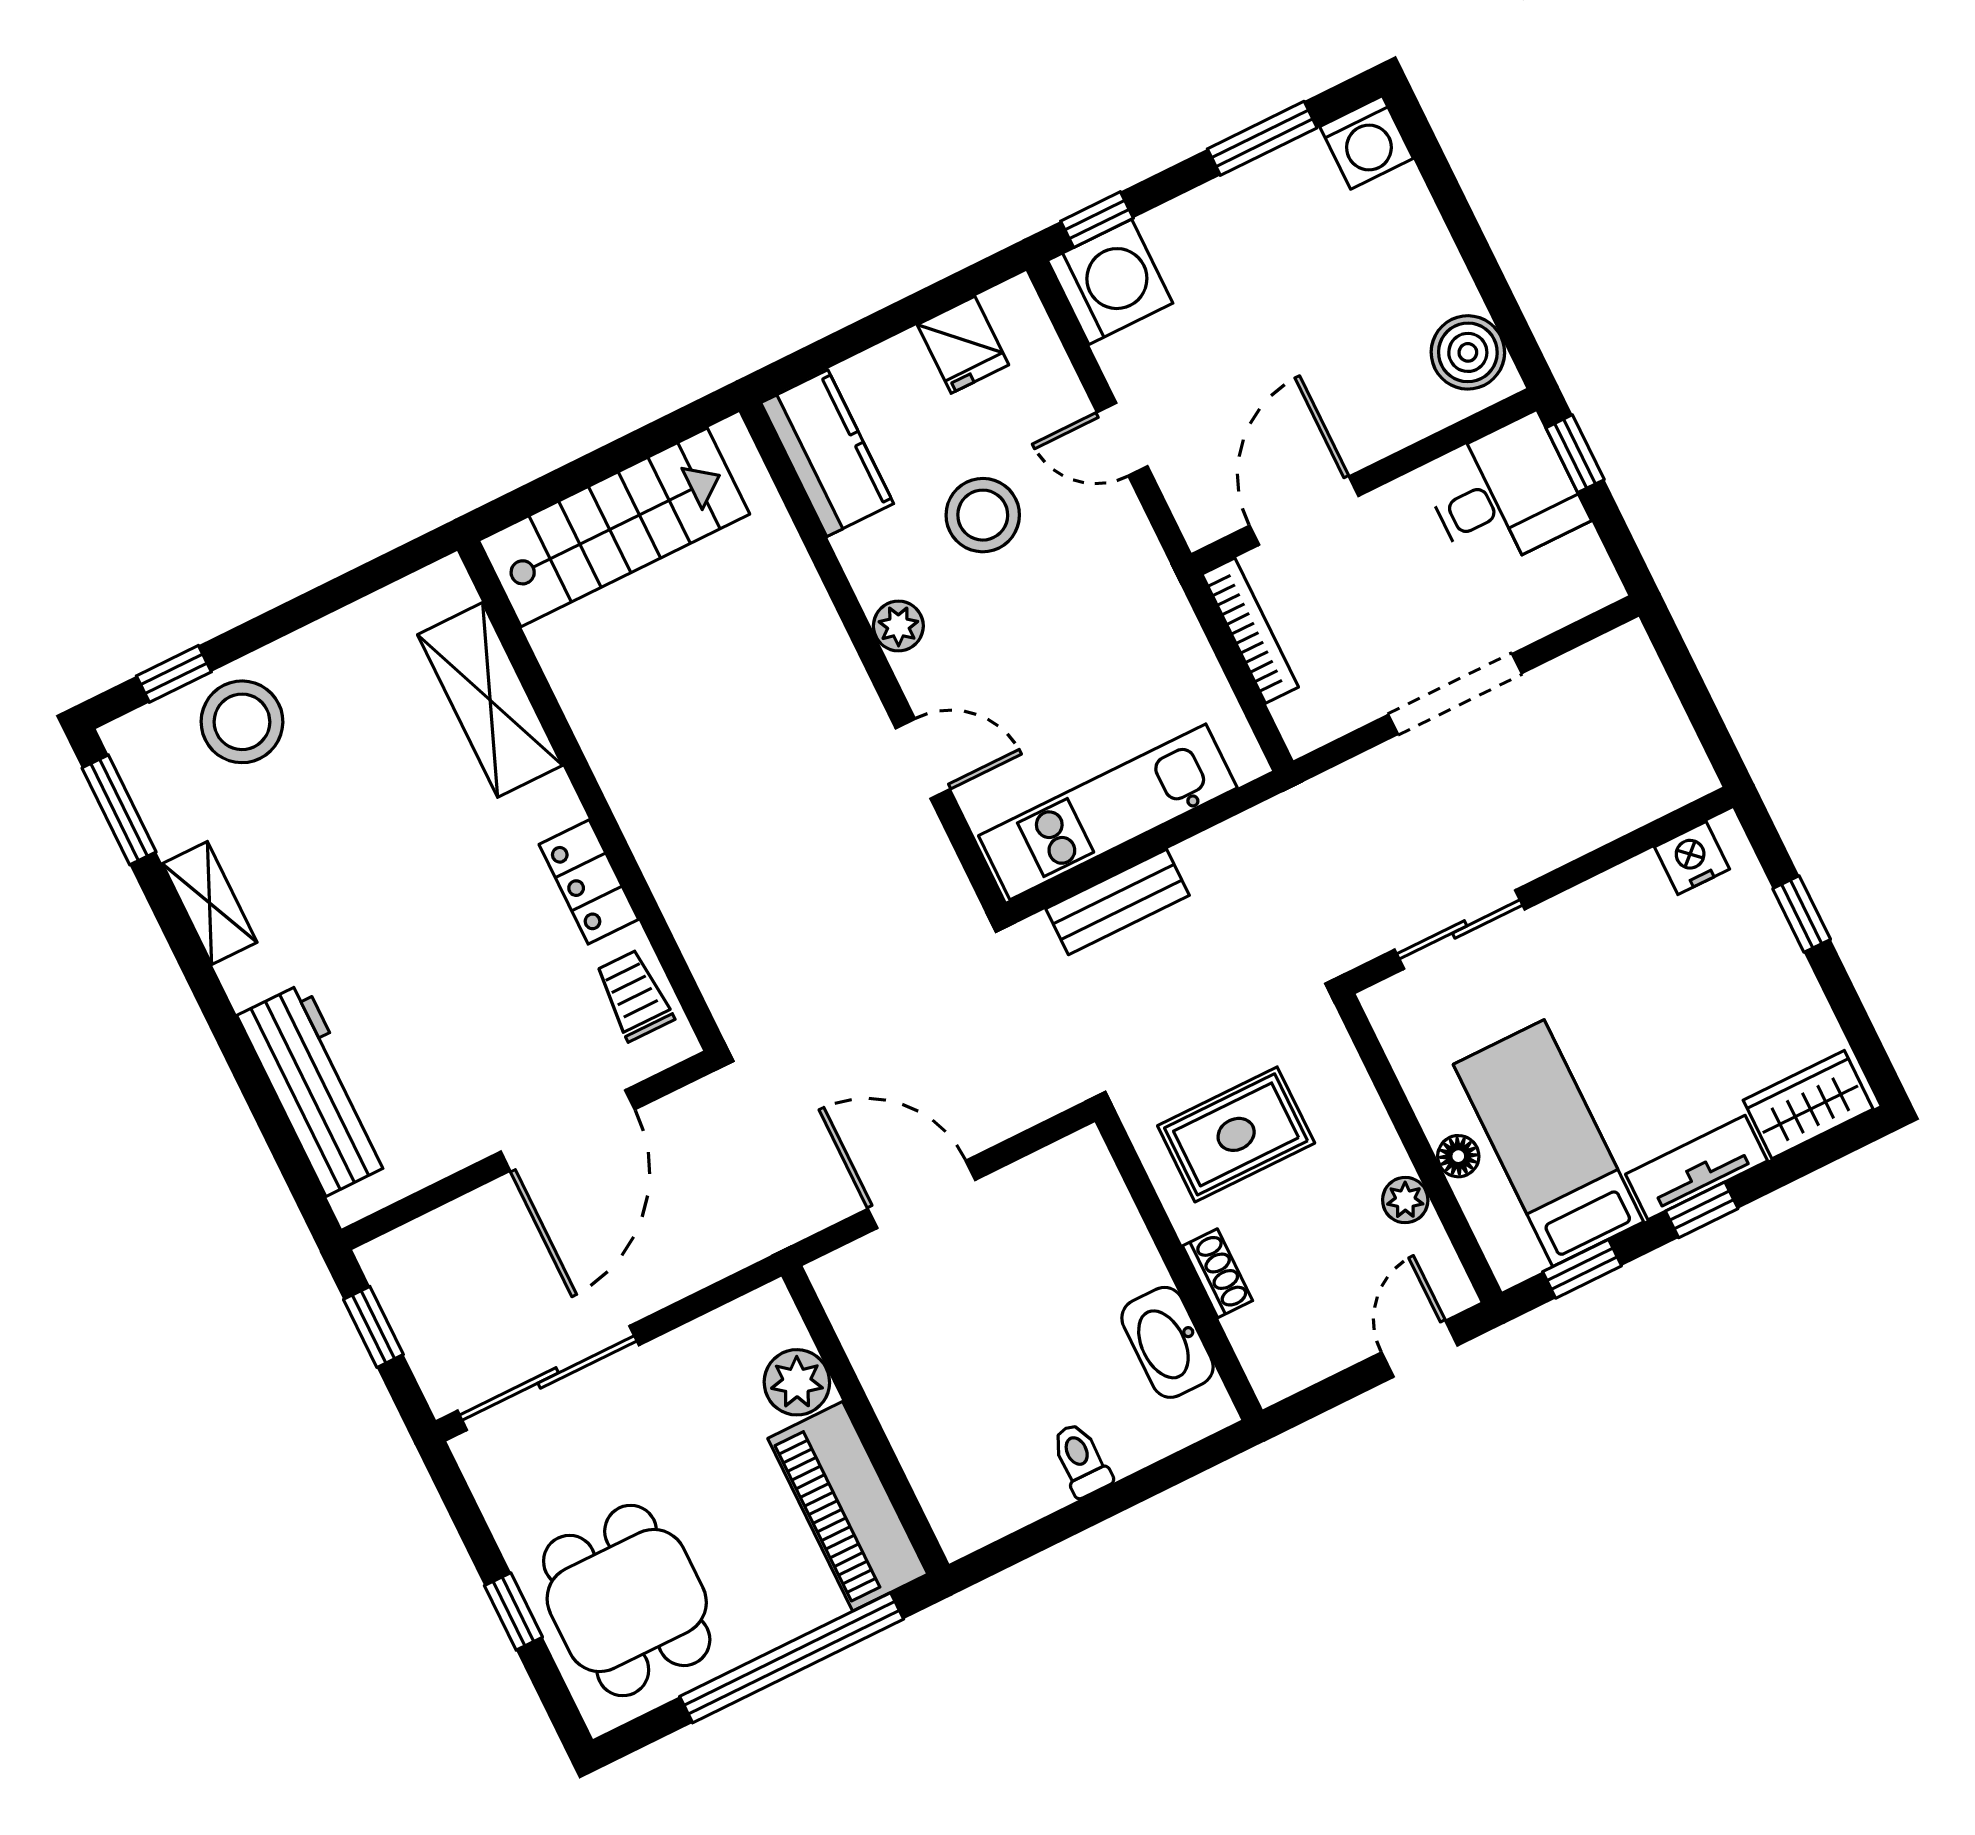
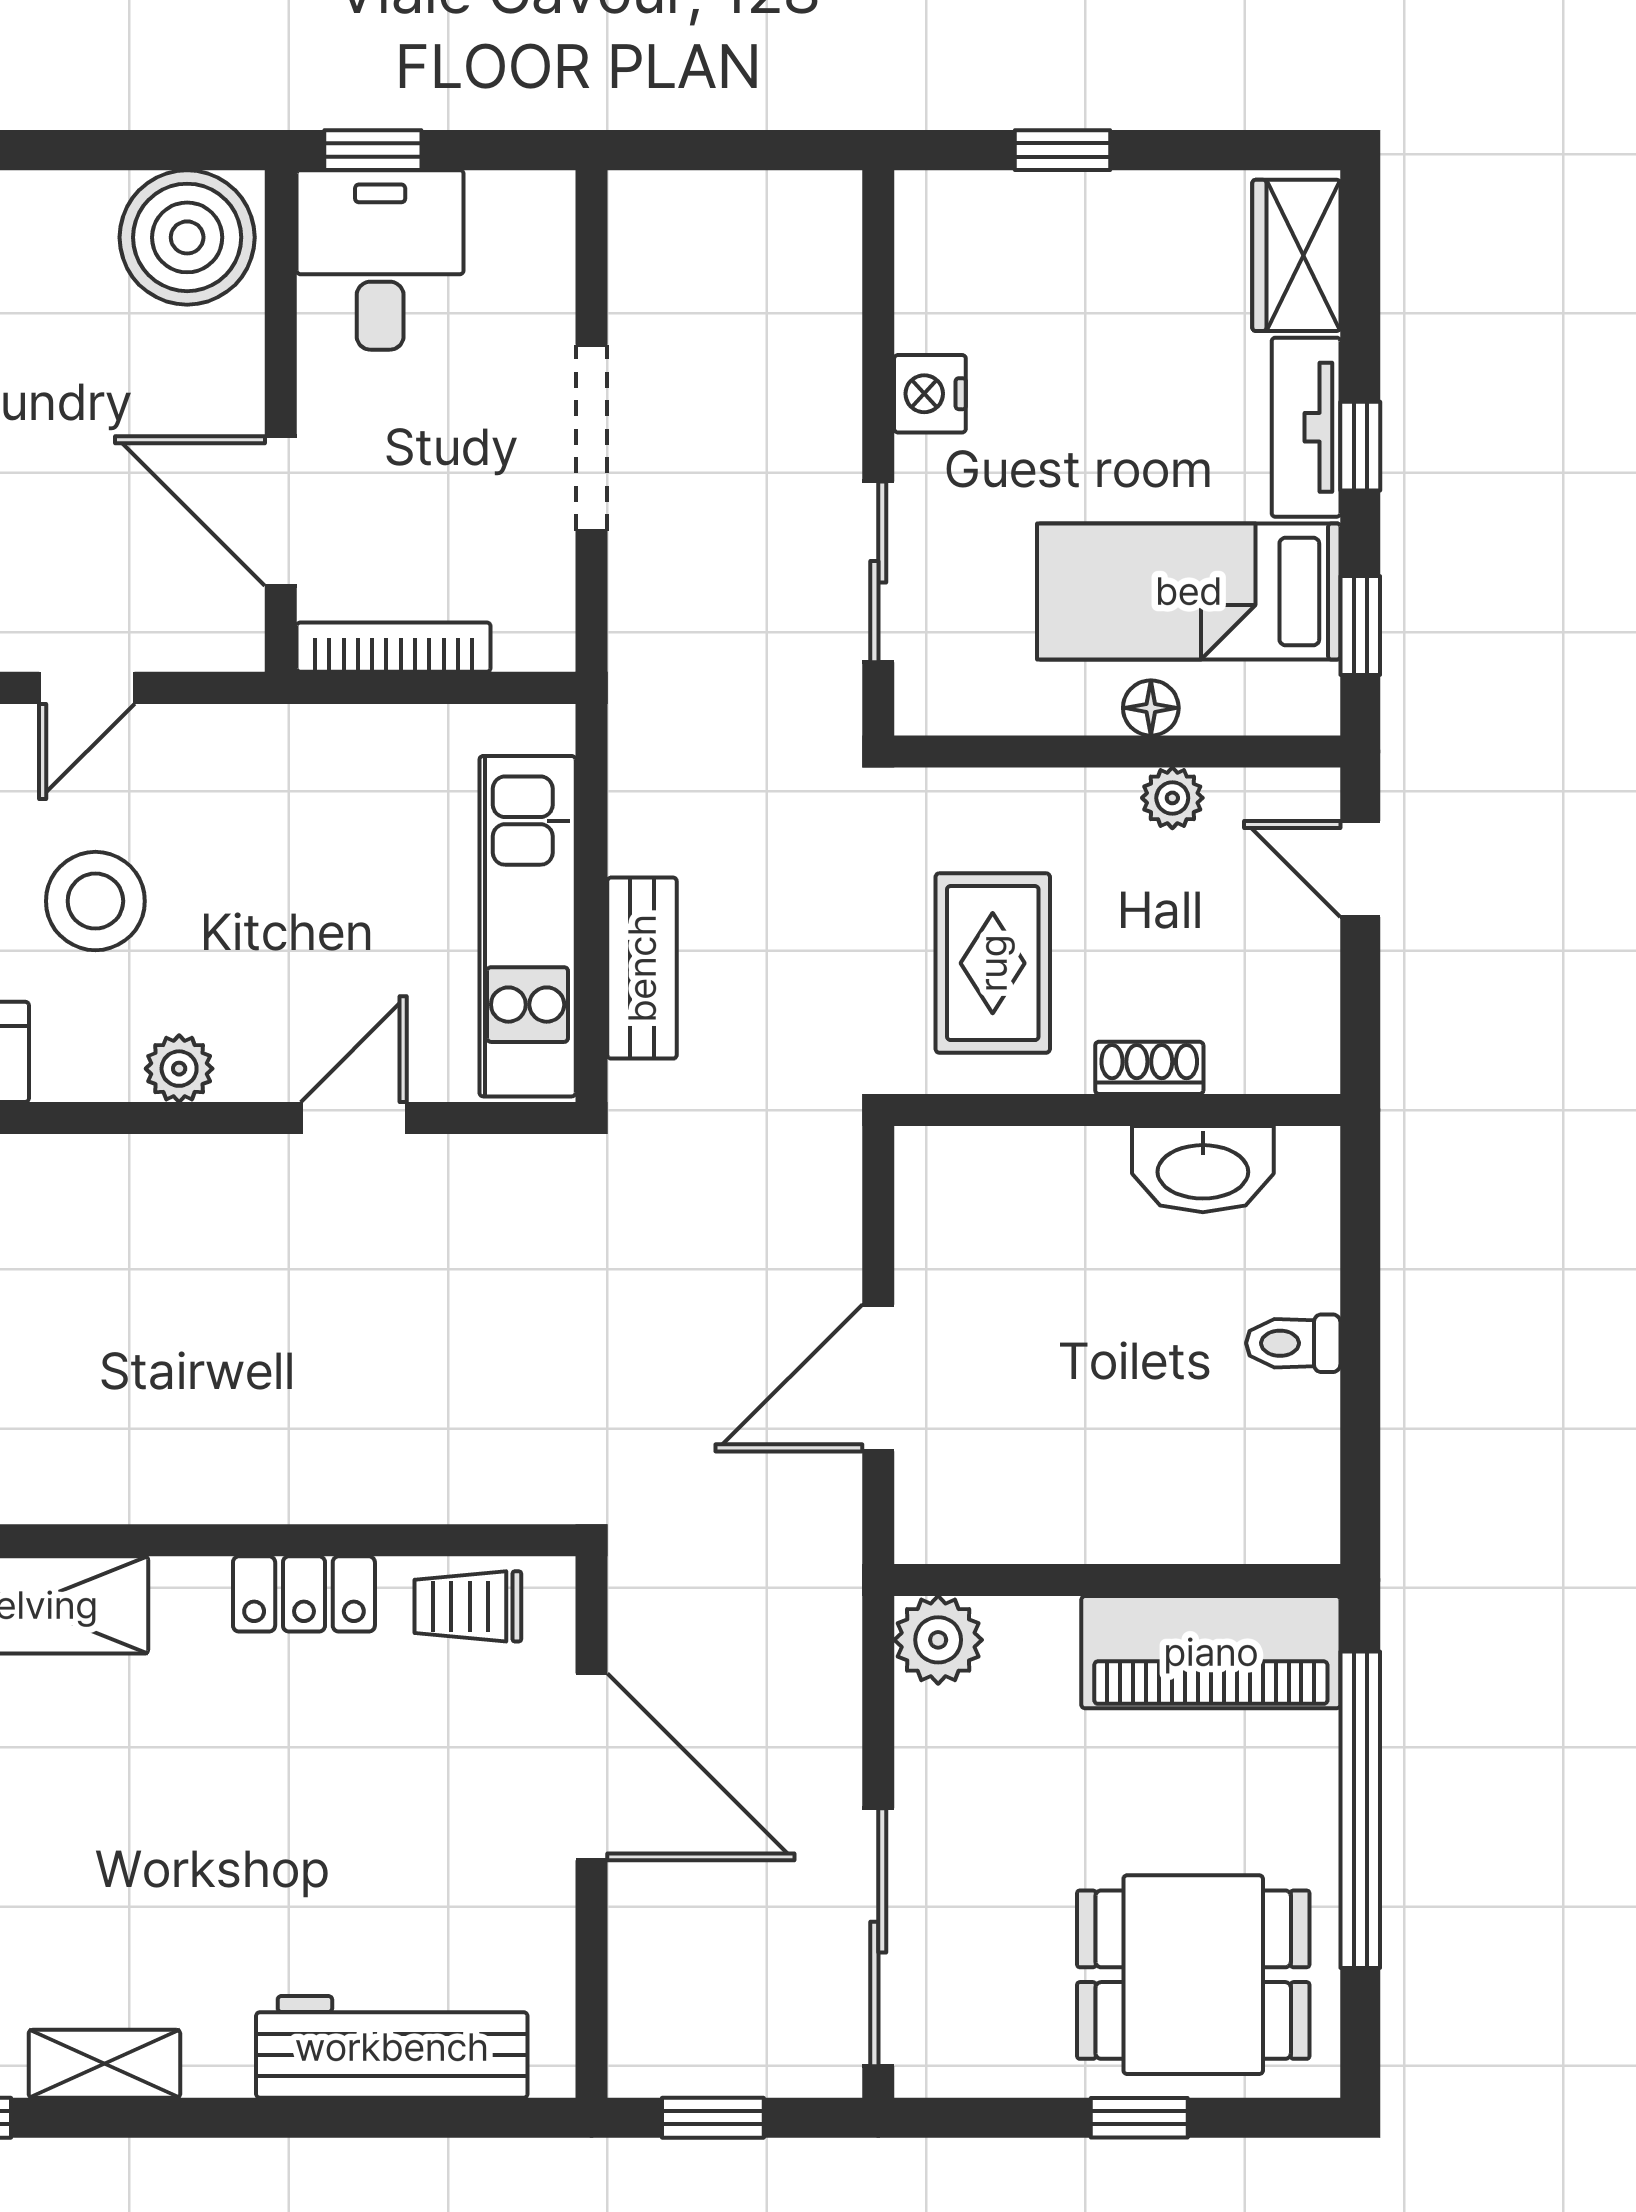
boiler: (1468, 352) -> (187, 237), width x1.37, depth x1.37
nightstand: (1692, 858) -> (930, 394), moved
plant: (797, 1382) -> (938, 1640), moved

